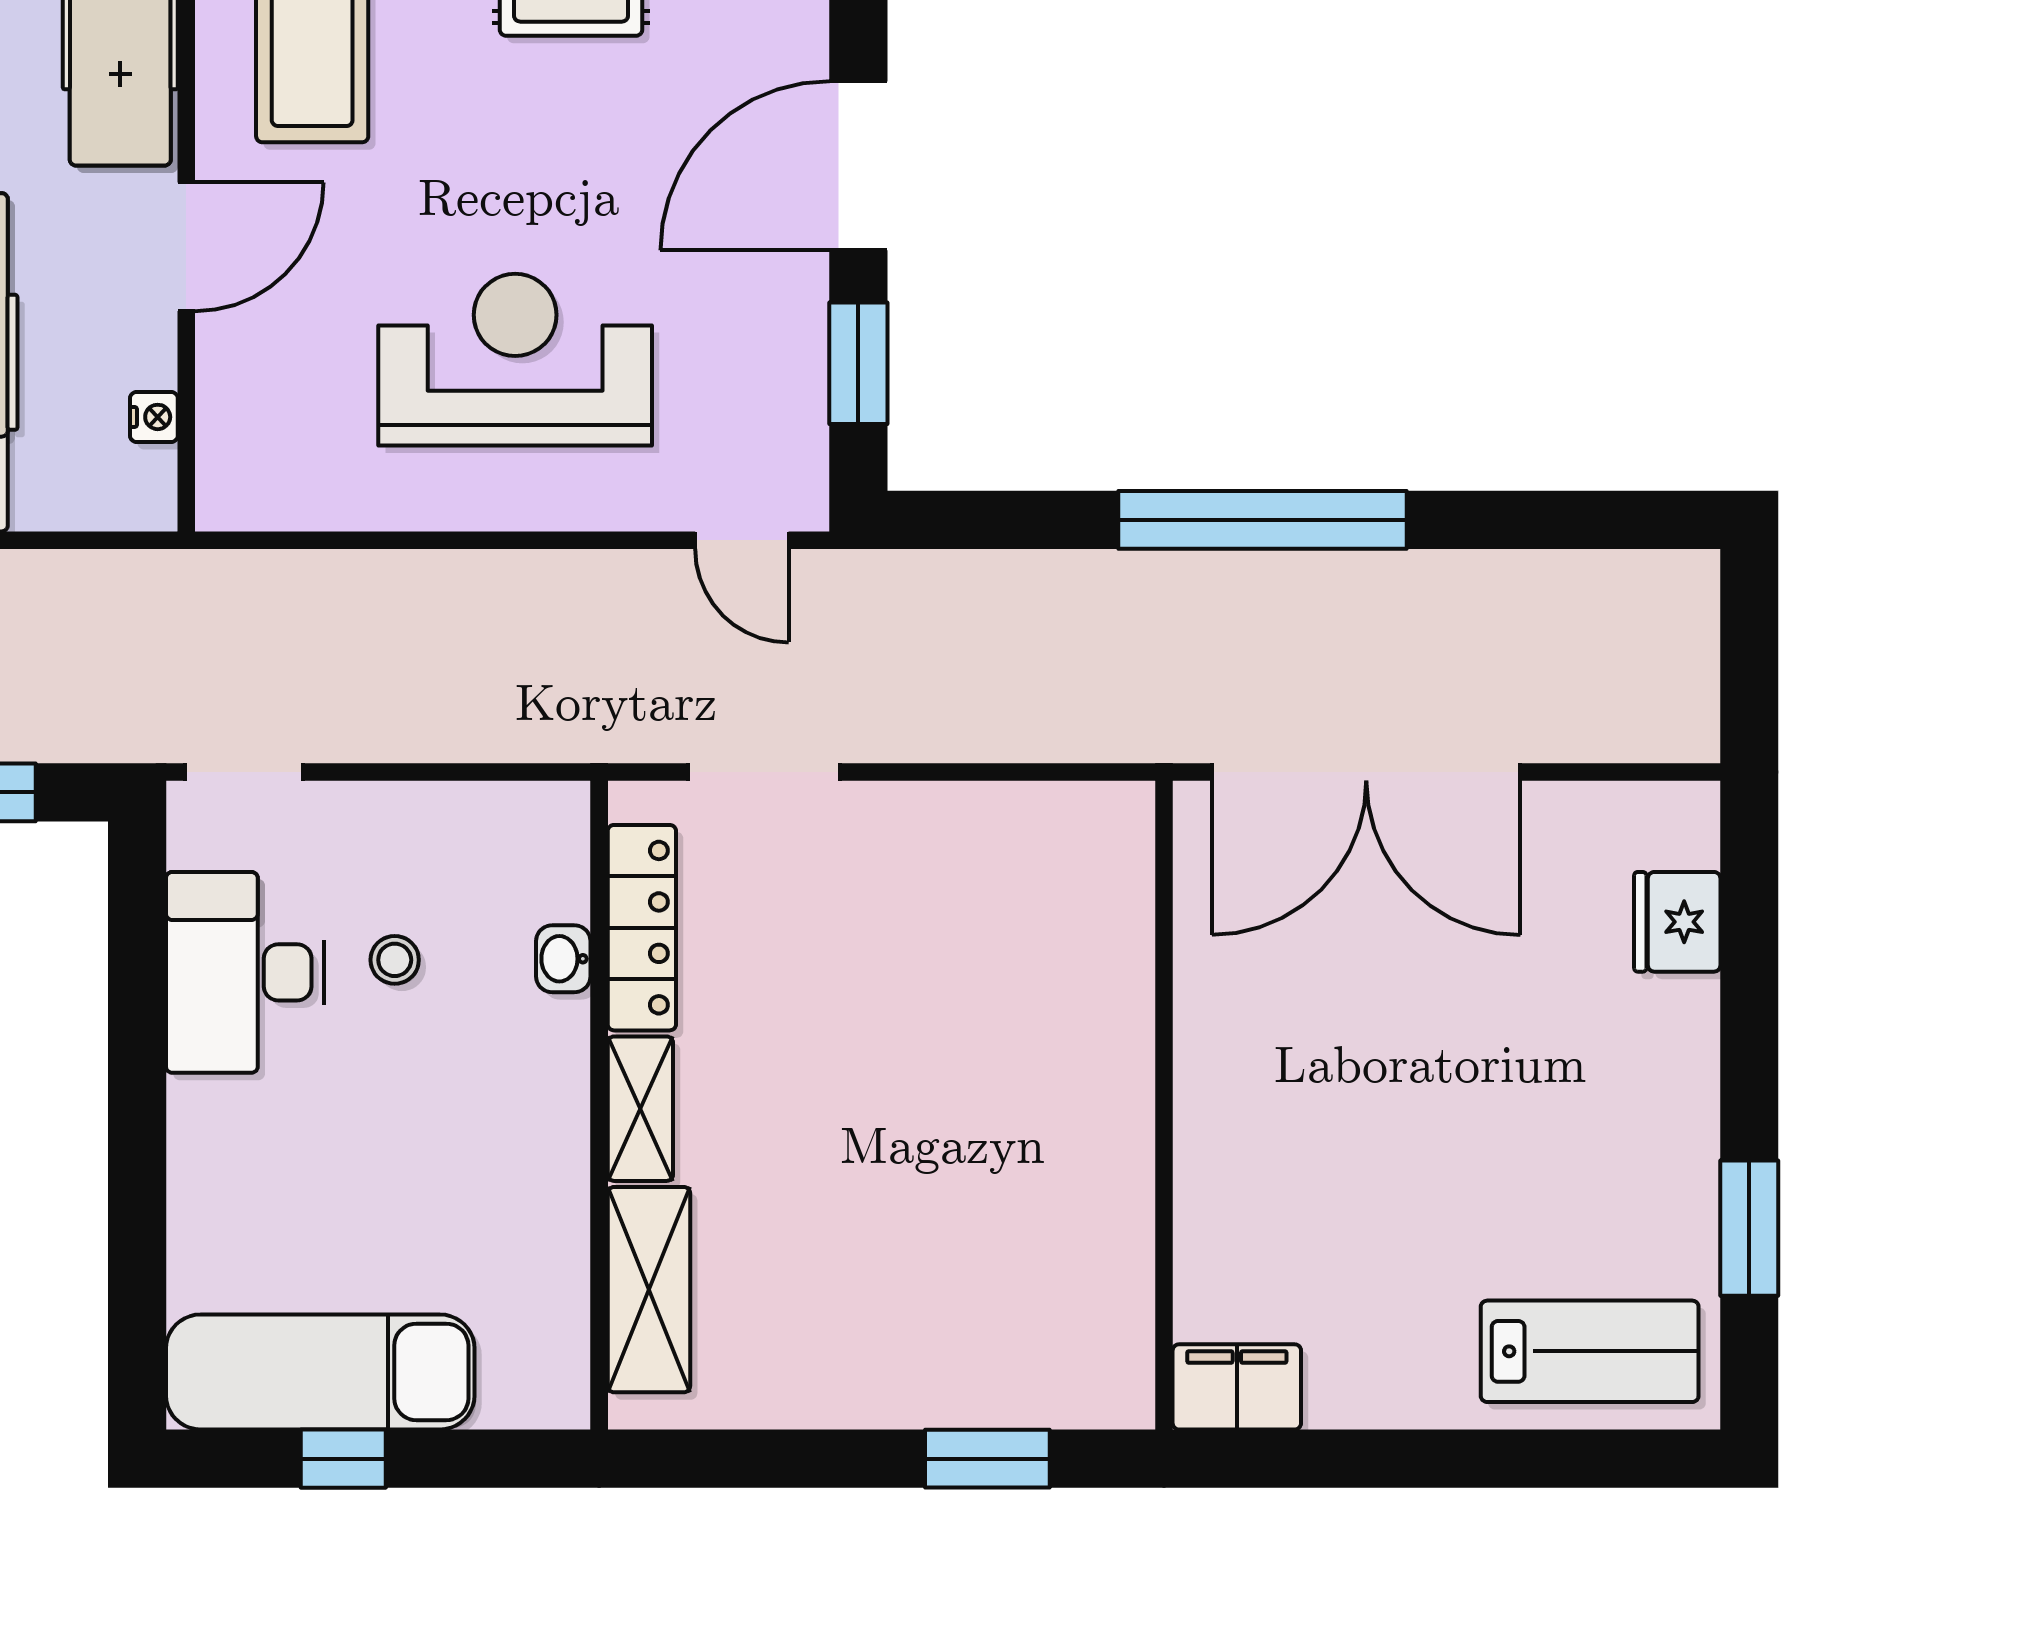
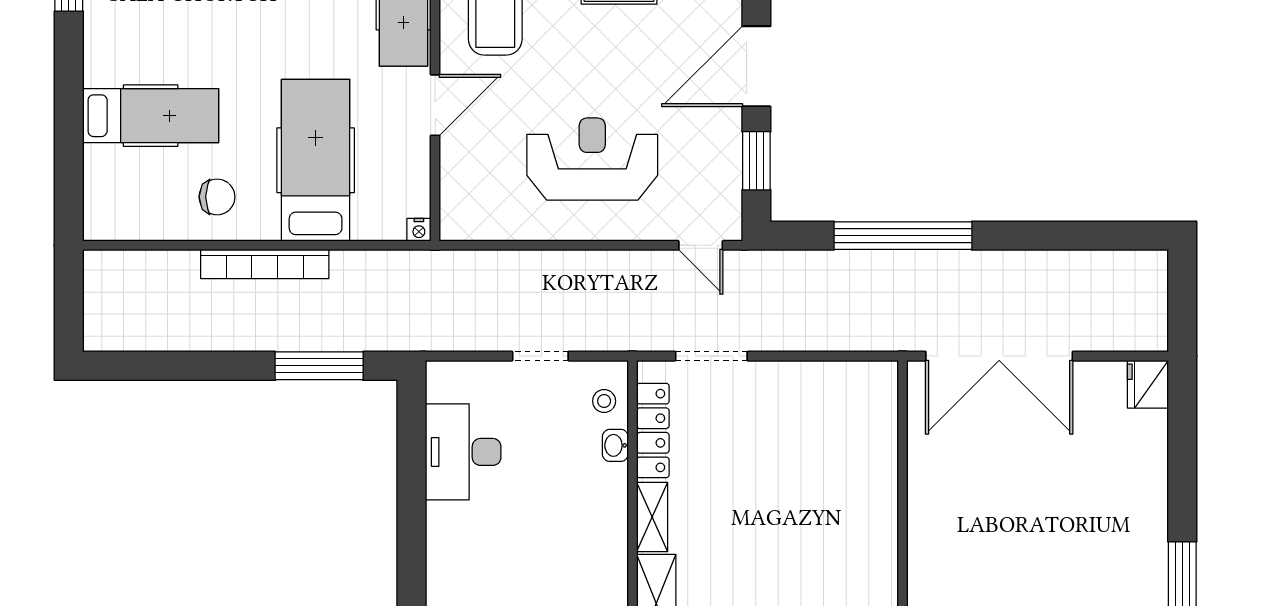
nightstand: (154, 417) -> (419, 230), moved, turned 90
window: (1263, 520) -> (903, 236), moved
doorway: (244, 772) -> (540, 356), moved
fridge: (1677, 922) -> (1148, 384), moved
stool: (395, 960) -> (604, 401), moved

